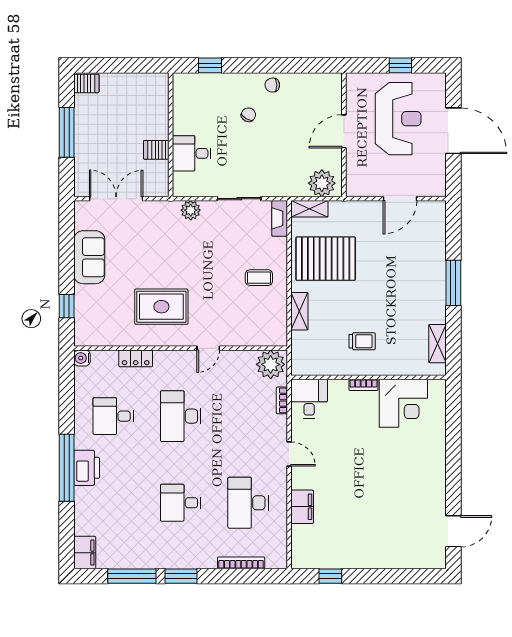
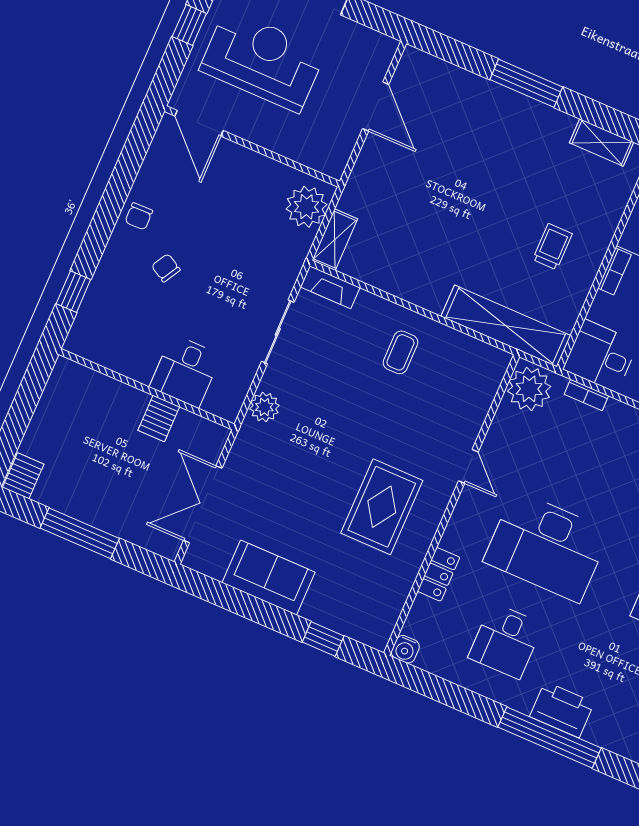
door: (344, 131) -> (199, 123), moved
pallet: (326, 259) -> (414, 247), removed
shelving: (299, 311) -> (506, 326), width x2.20, depth x1.33
desk: (181, 416) -> (547, 546), width x1.36, depth x1.30

